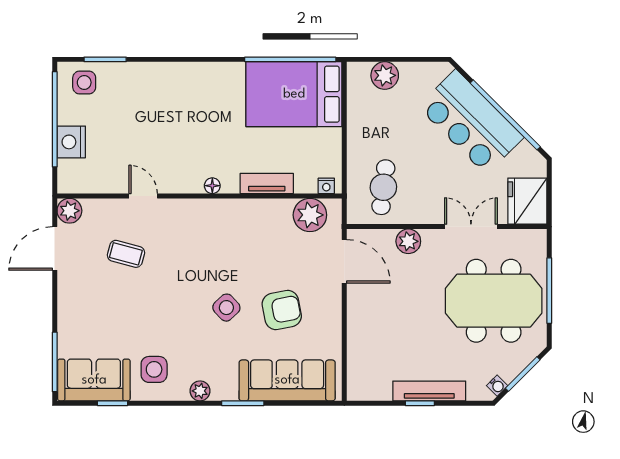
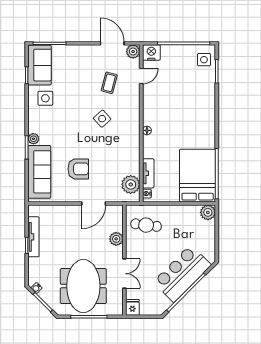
plant: (385, 75) -> (208, 212), moved
nightstand: (71, 142) -> (151, 53), moved
tv unit: (267, 183) -> (148, 173), moved
door: (143, 196) -> (141, 76), moved
fridge: (527, 201) -> (132, 307), width x0.53, depth x0.75
door: (344, 261) -> (94, 204), moved
side table: (226, 308) -> (102, 119), moved
armchair: (282, 310) -> (78, 169), turned -79
plant: (200, 391) -> (33, 139), moved
tv unit: (429, 391) -> (33, 237), moved

